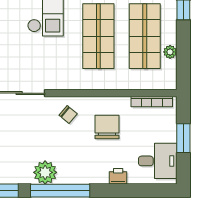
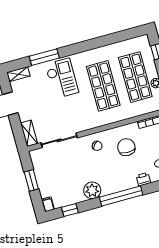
window: (60, 191) -> (121, 196), moved

